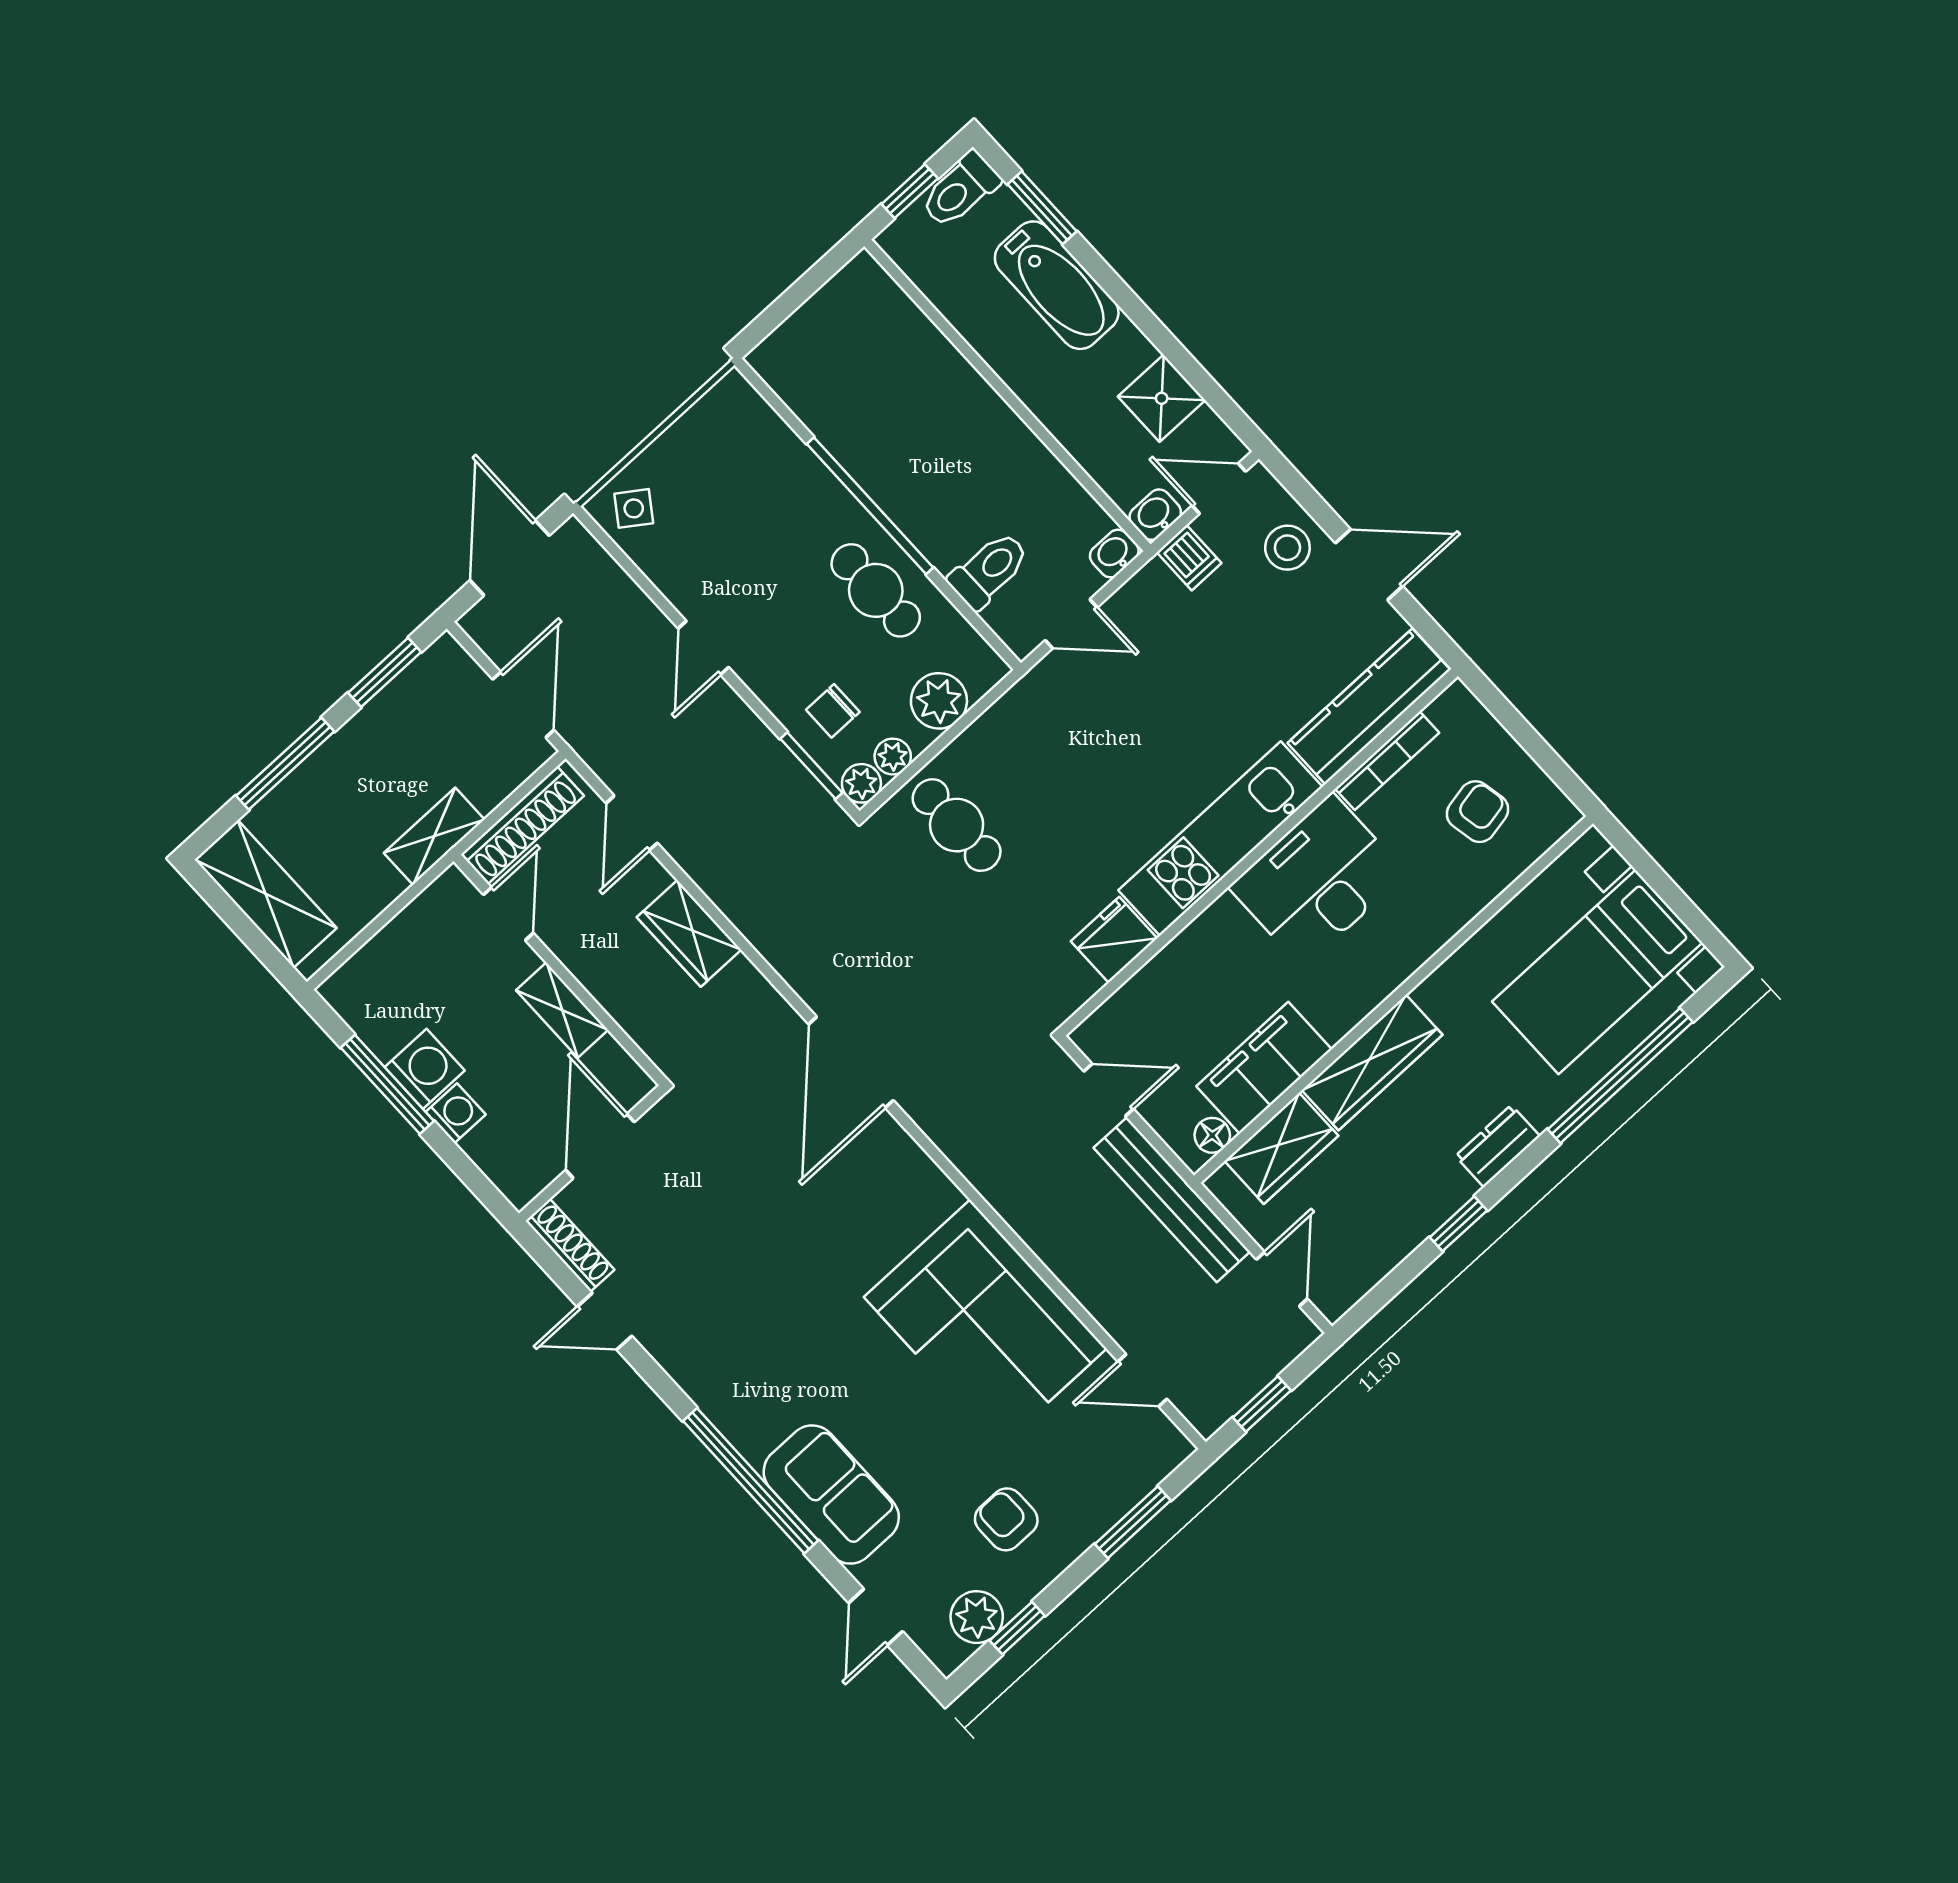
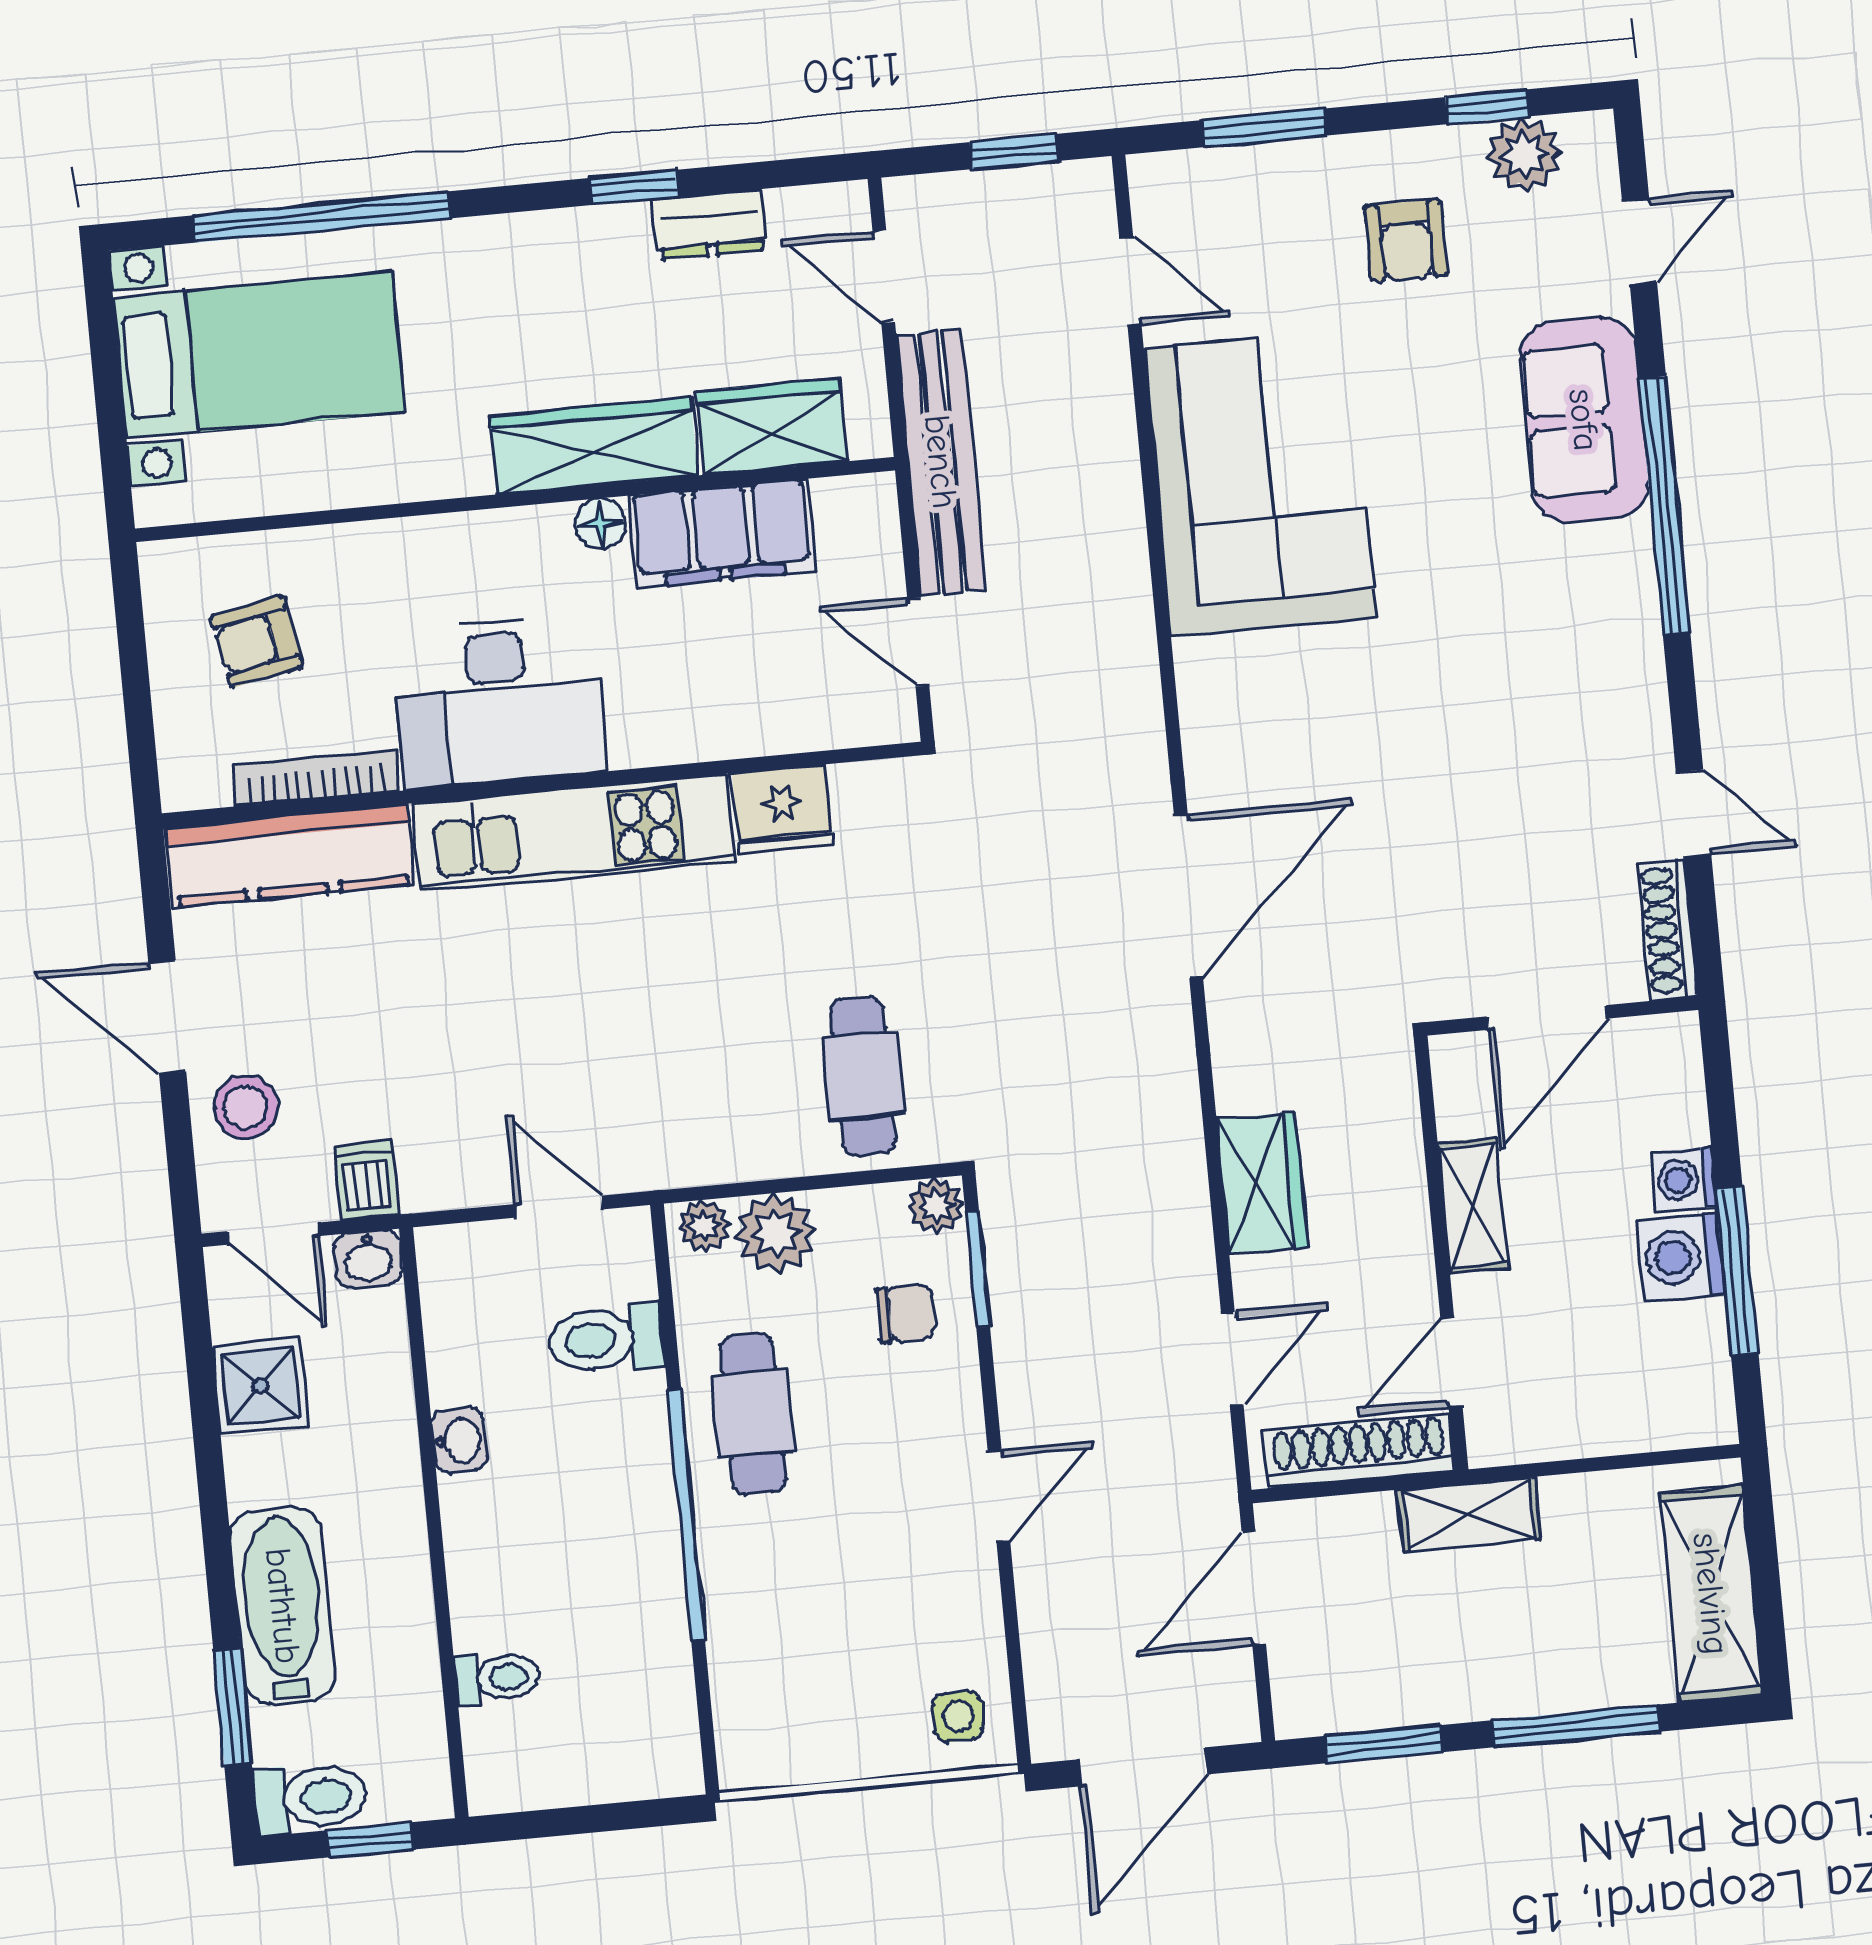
toilet: (907, 335) -> (497, 1678), added
side table: (634, 508) -> (958, 1716), turned -35
washbasin: (1114, 554) -> (459, 1440), moved, turned -90
plant: (893, 757) -> (704, 1226), moved
floor lamp: (1212, 1135) -> (600, 524), moved
dresser: (1498, 1146) -> (710, 225), moved
door: (1282, 1279) -> (884, 277), hinge flipped

